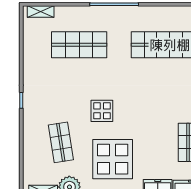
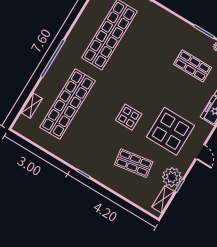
shelving: (41, 12) -> (32, 106), moved
shop shelf: (79, 45) -> (68, 104), width x1.40

